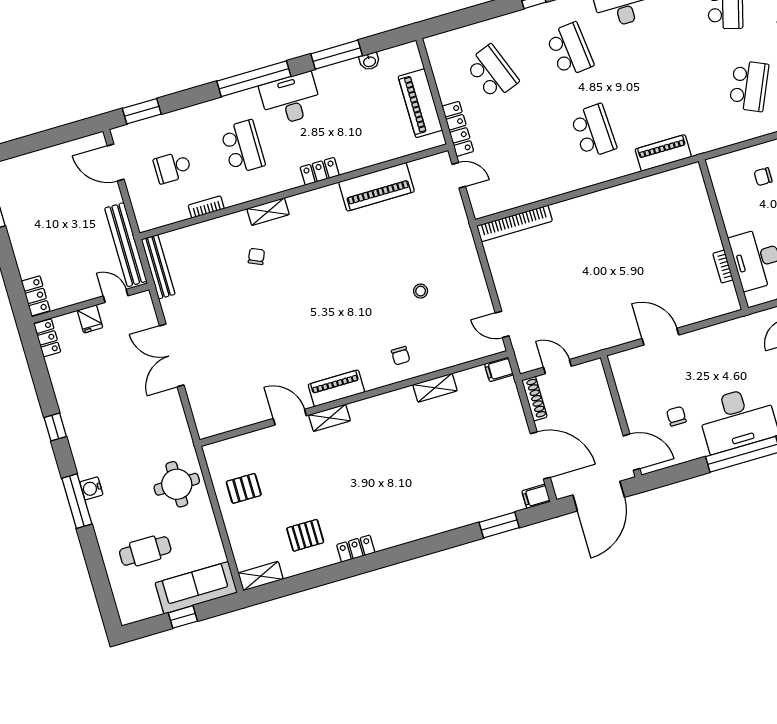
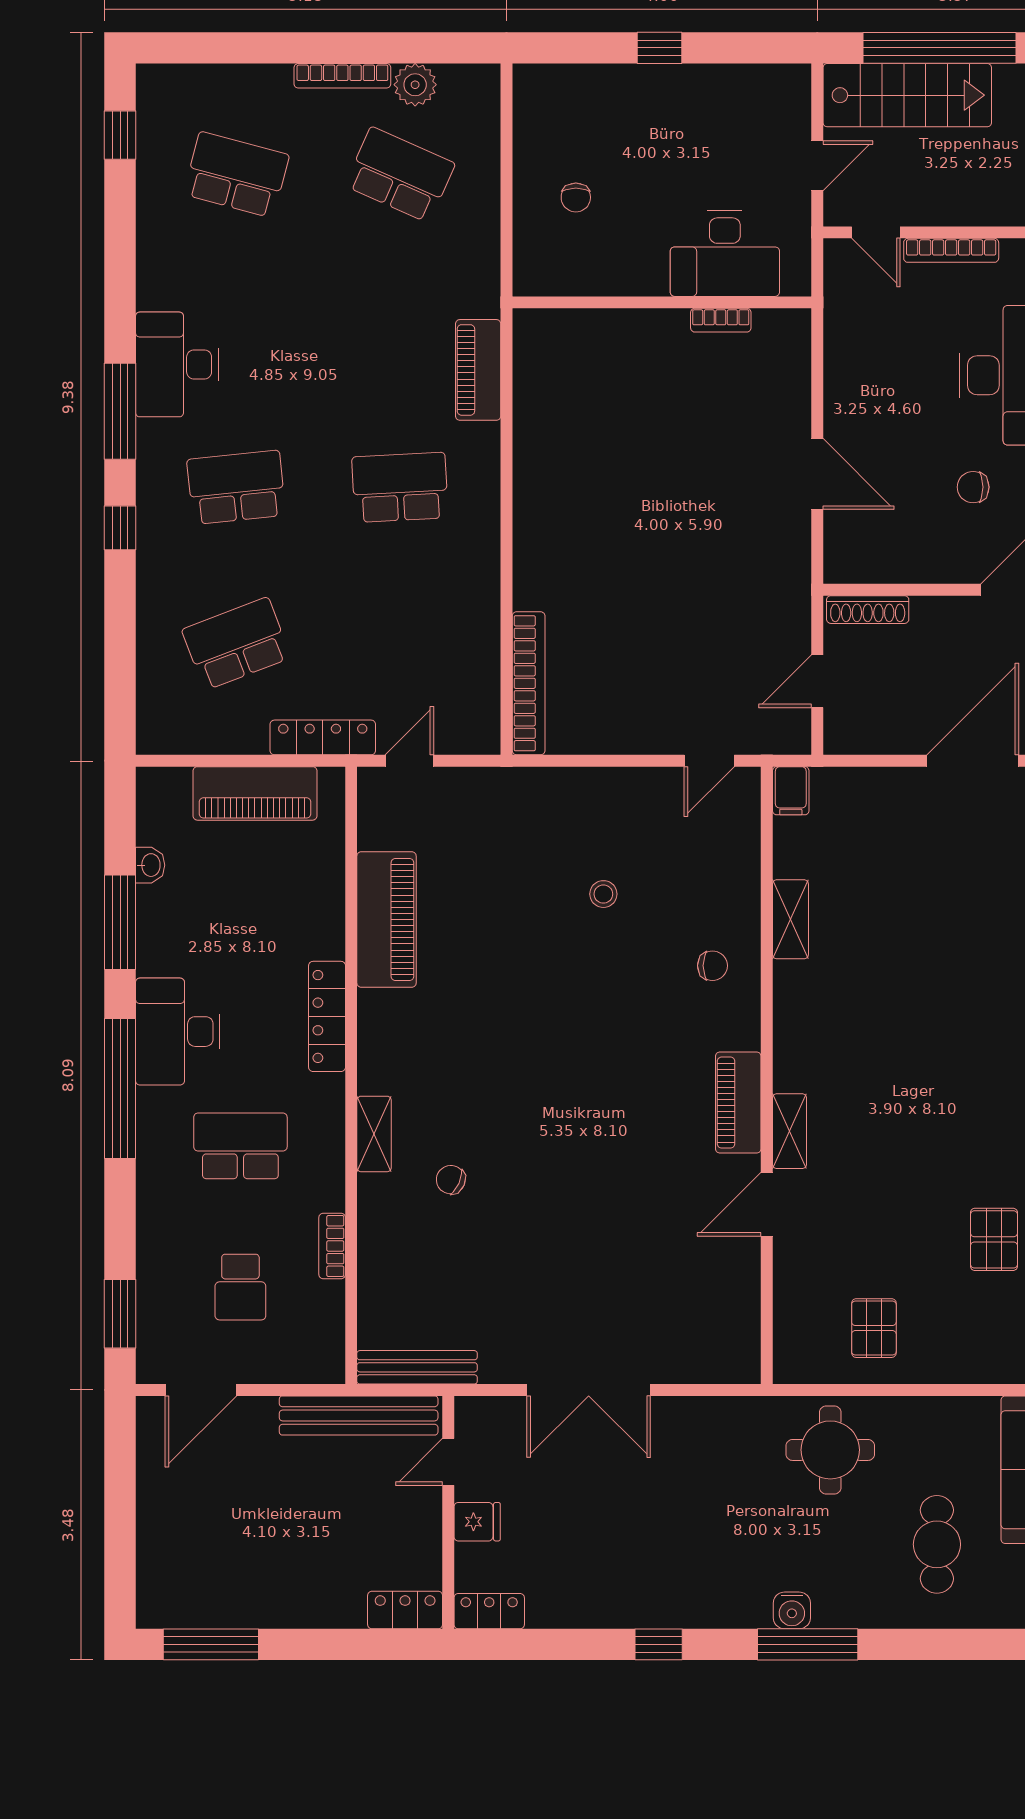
locker: (320, 171) -> (327, 1016), width x1.53
door: (660, 337) -> (817, 474), swing flipped
shoe rack: (534, 399) -> (868, 610), moved, turned 180

